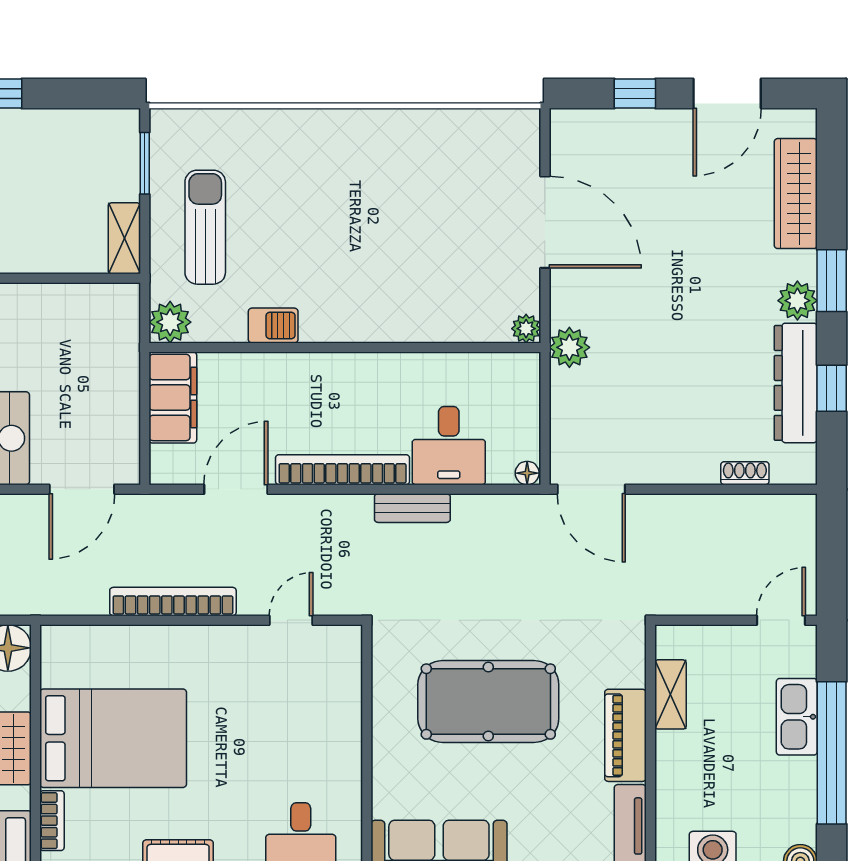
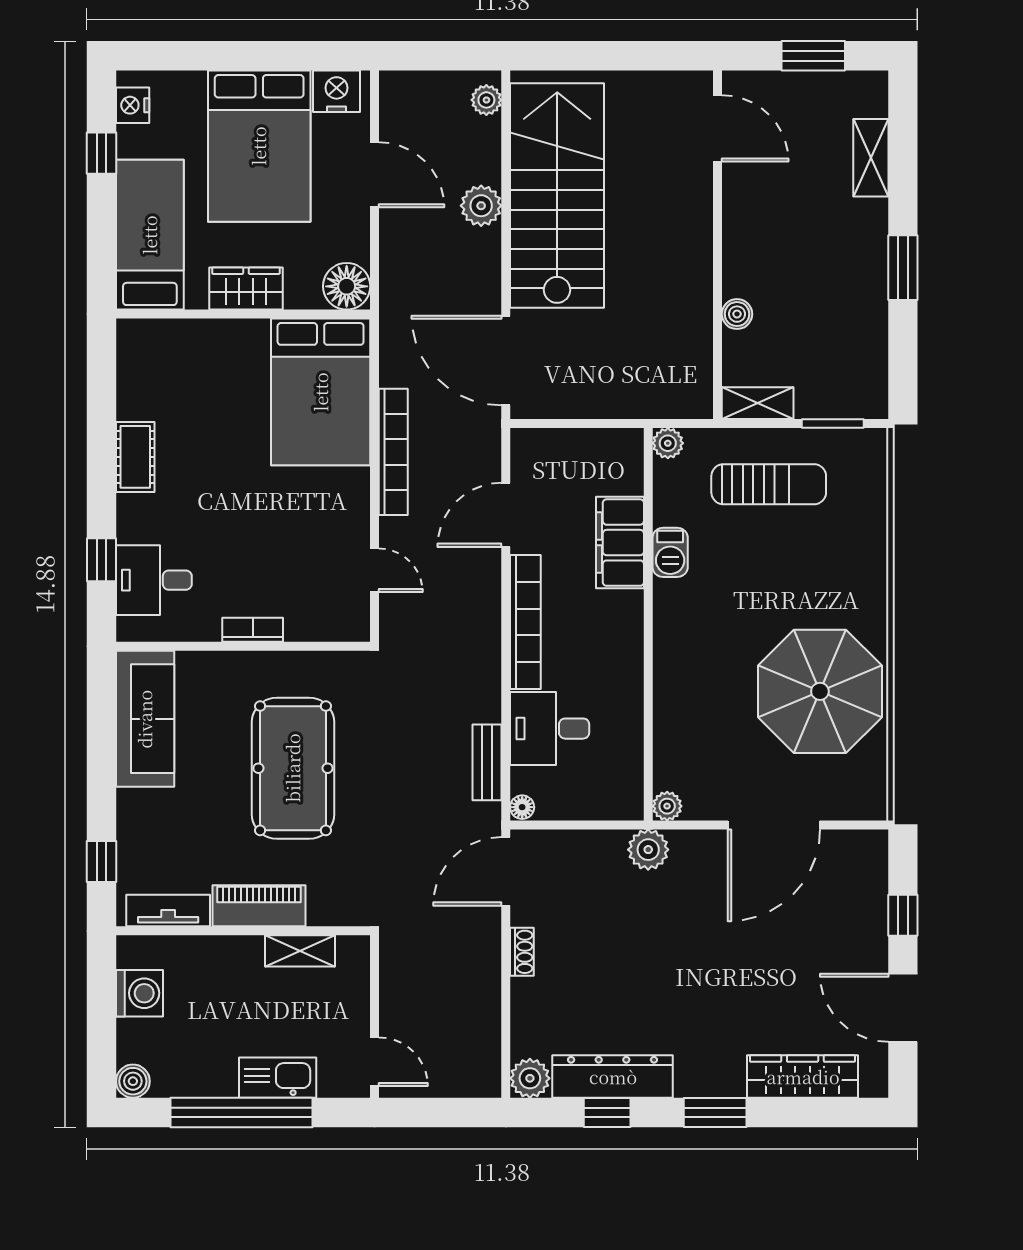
parasol: (412, 176) -> (820, 691), added
boiler: (36, 259) -> (737, 314), added
plant: (797, 301) -> (530, 1078), moved
plant: (170, 322) -> (668, 443), width x0.73, depth x0.73
filing cabinet: (173, 397) -> (620, 543), moved, turned 90
shoe rack: (745, 473) -> (522, 952), moved
door: (82, 489) -> (506, 361), width x1.36
door: (236, 489) -> (506, 515), swing flipped
bench: (412, 508) -> (487, 762), moved
bed: (113, 738) -> (321, 392), moved
bookcase: (52, 821) -> (253, 630), moved, turned 180

